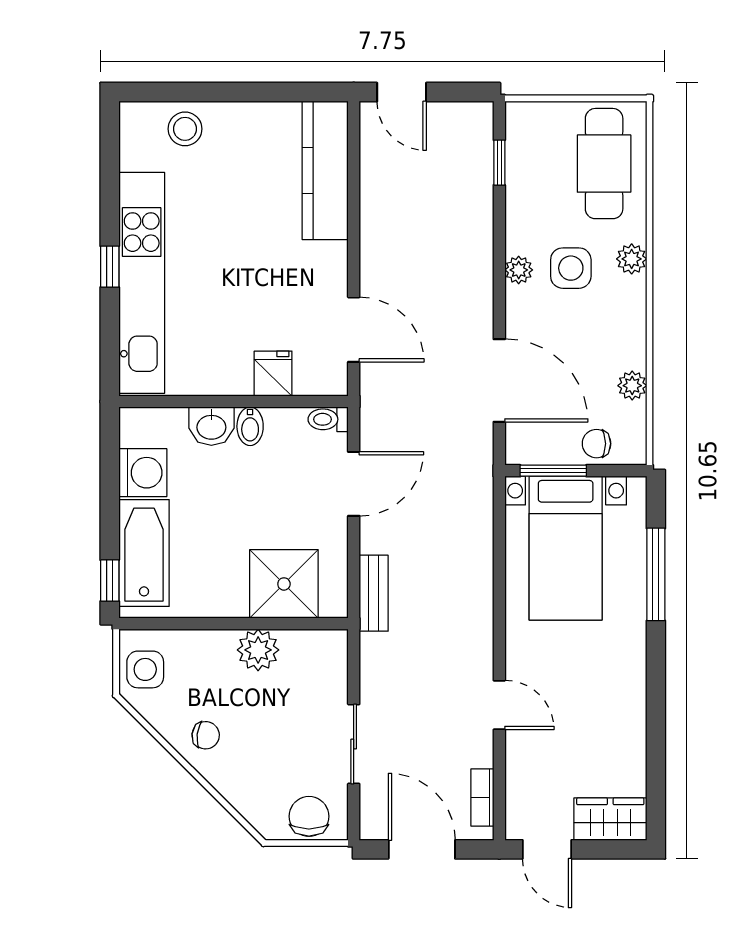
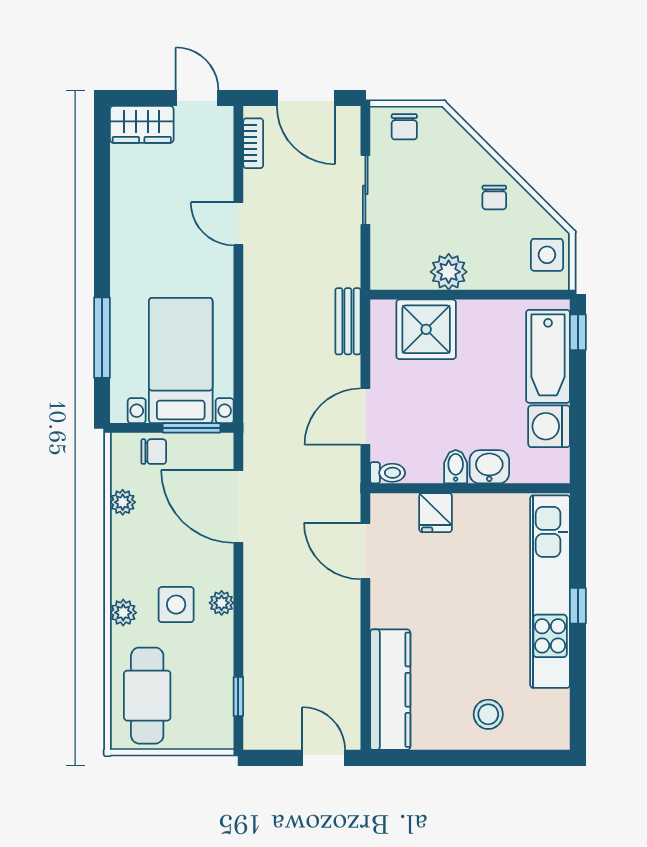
stool: (185, 129) -> (488, 714), moved
chair: (206, 735) -> (494, 197), turned -97
chair: (309, 816) -> (404, 127), width x0.73, depth x0.73

